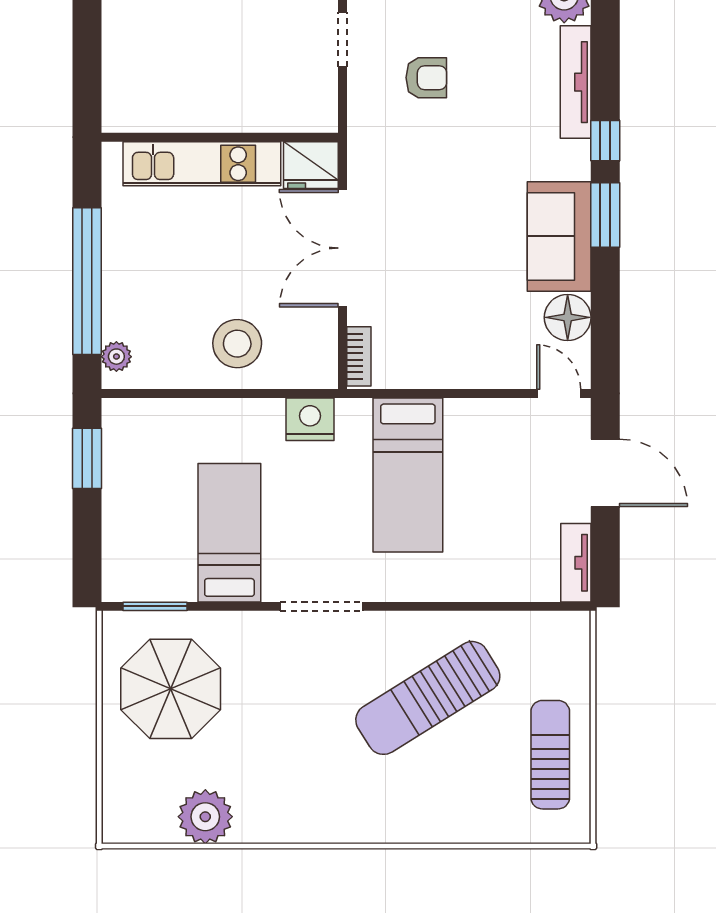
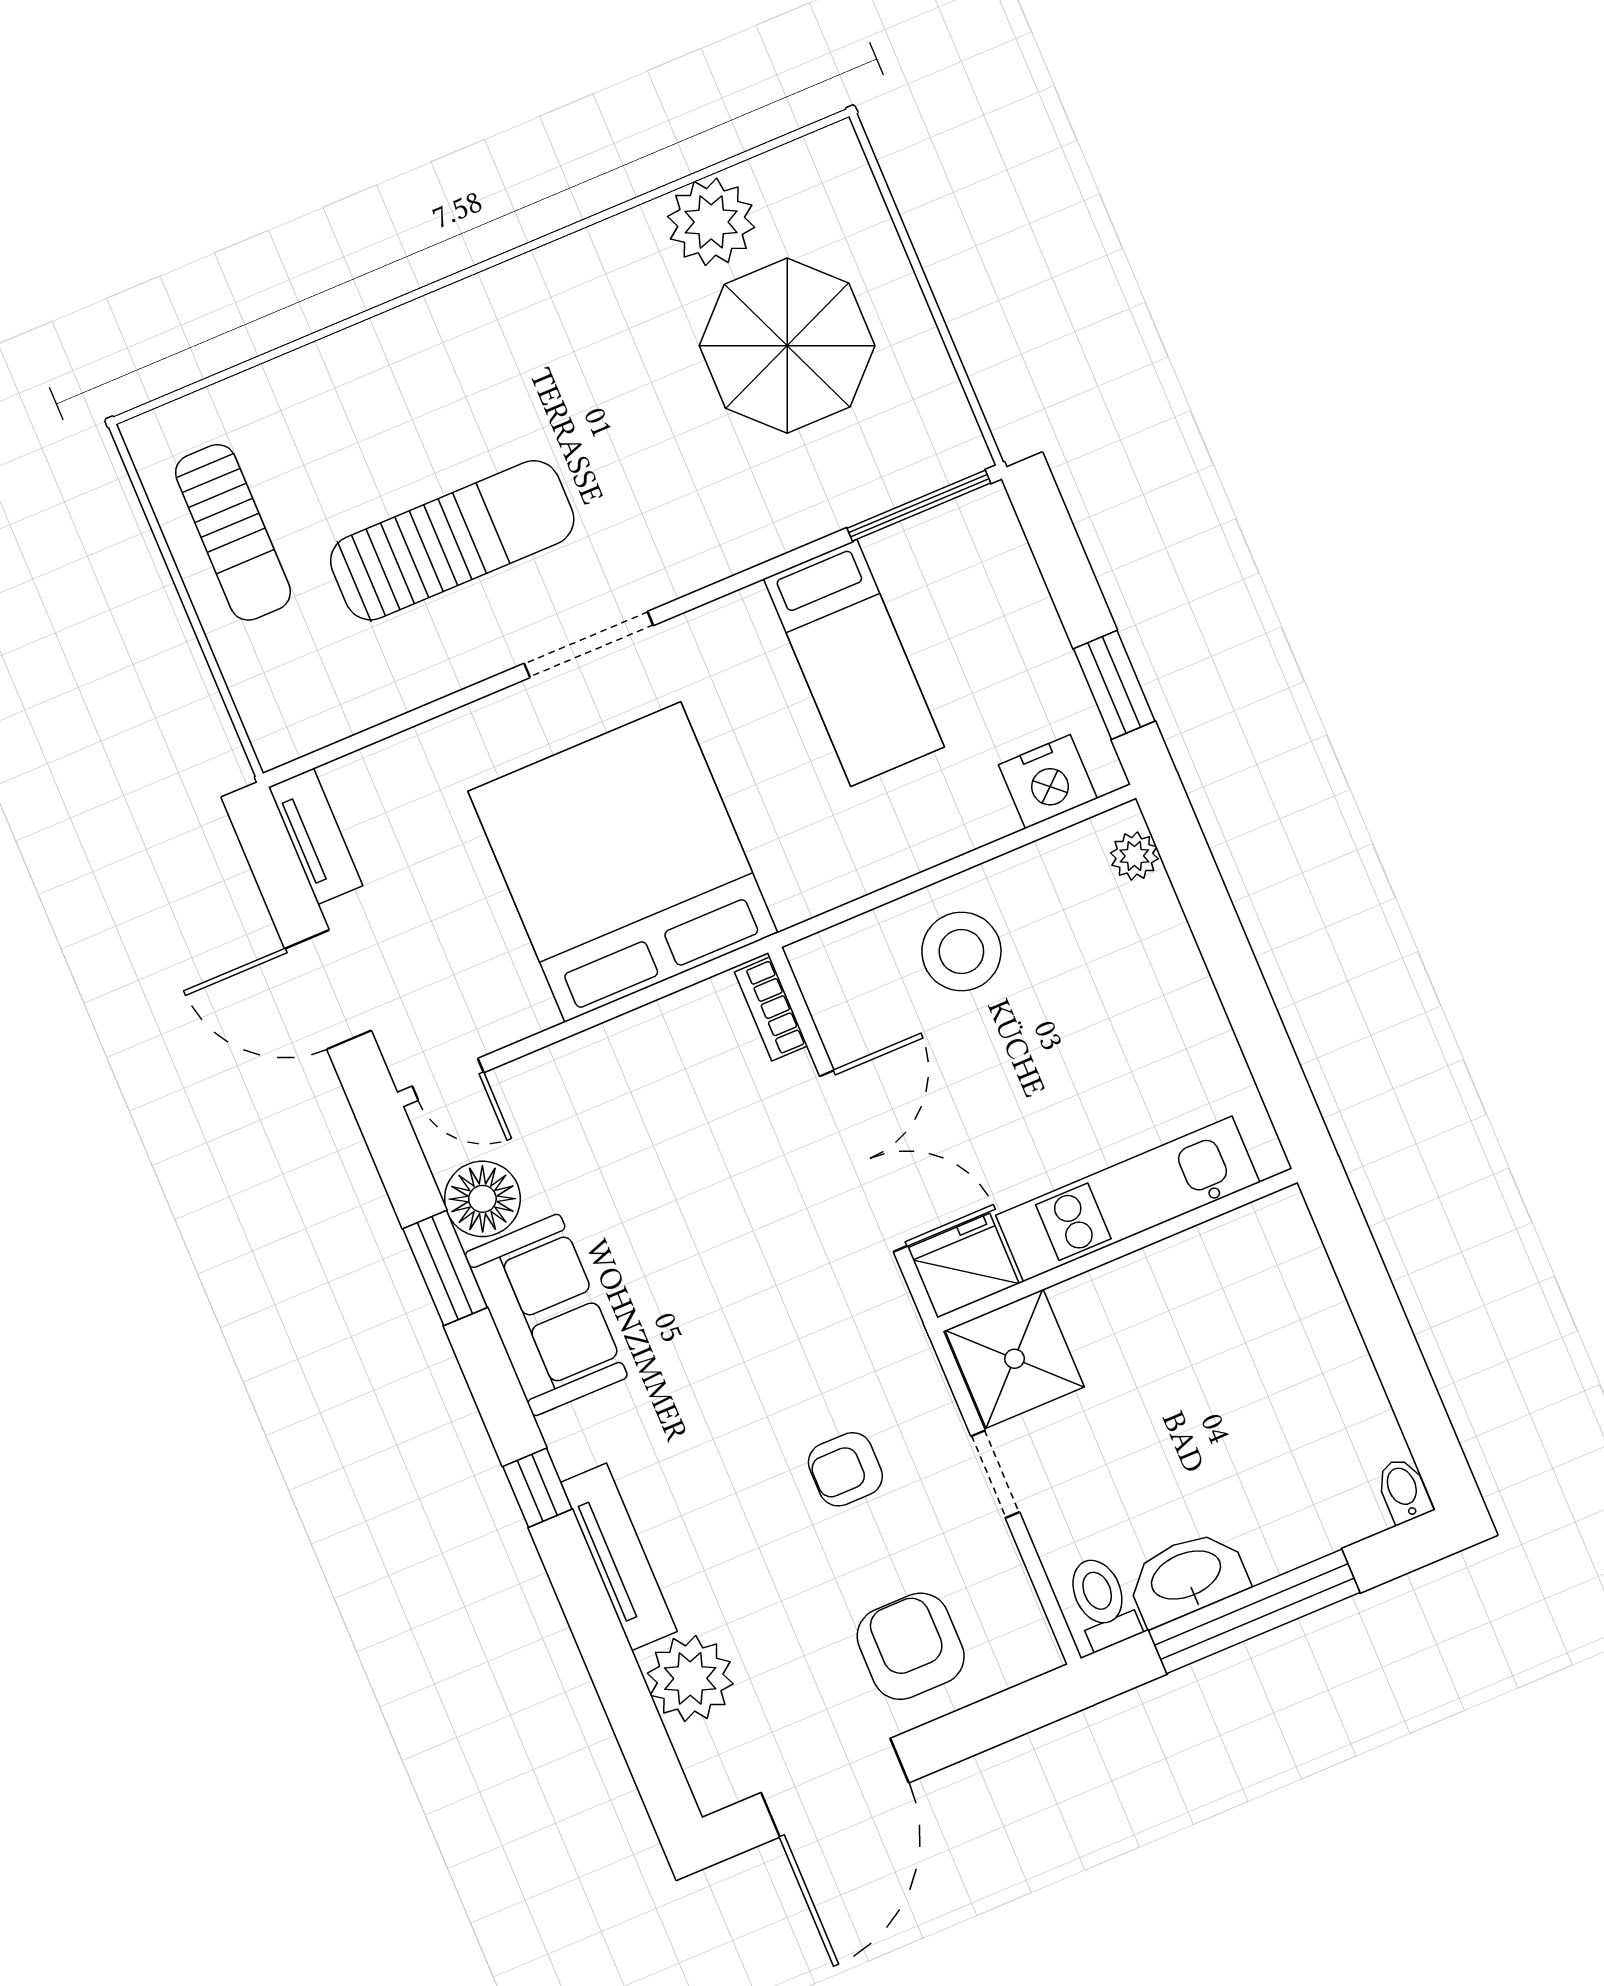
shower: (304, 100) -> (1015, 1359), added
window: (605, 215) -> (445, 1268), moved
window: (87, 281) -> (1226, 950), removed
nightstand: (310, 419) -> (1048, 782), moved
bed: (408, 475) -> (623, 862), width x2.04
window: (155, 606) -> (919, 506), width x1.44
doorway: (322, 606) -> (589, 645), moved
parasol: (171, 689) -> (787, 346), moved
sun lounger: (428, 698) -> (452, 540), turned 32

